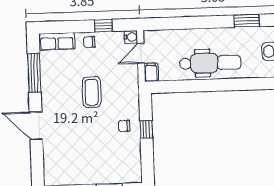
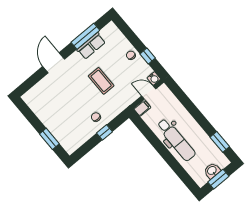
row of seats: (57, 42) -> (91, 46), moved, turned -90
coffee table: (92, 92) -> (101, 81), turned 90

